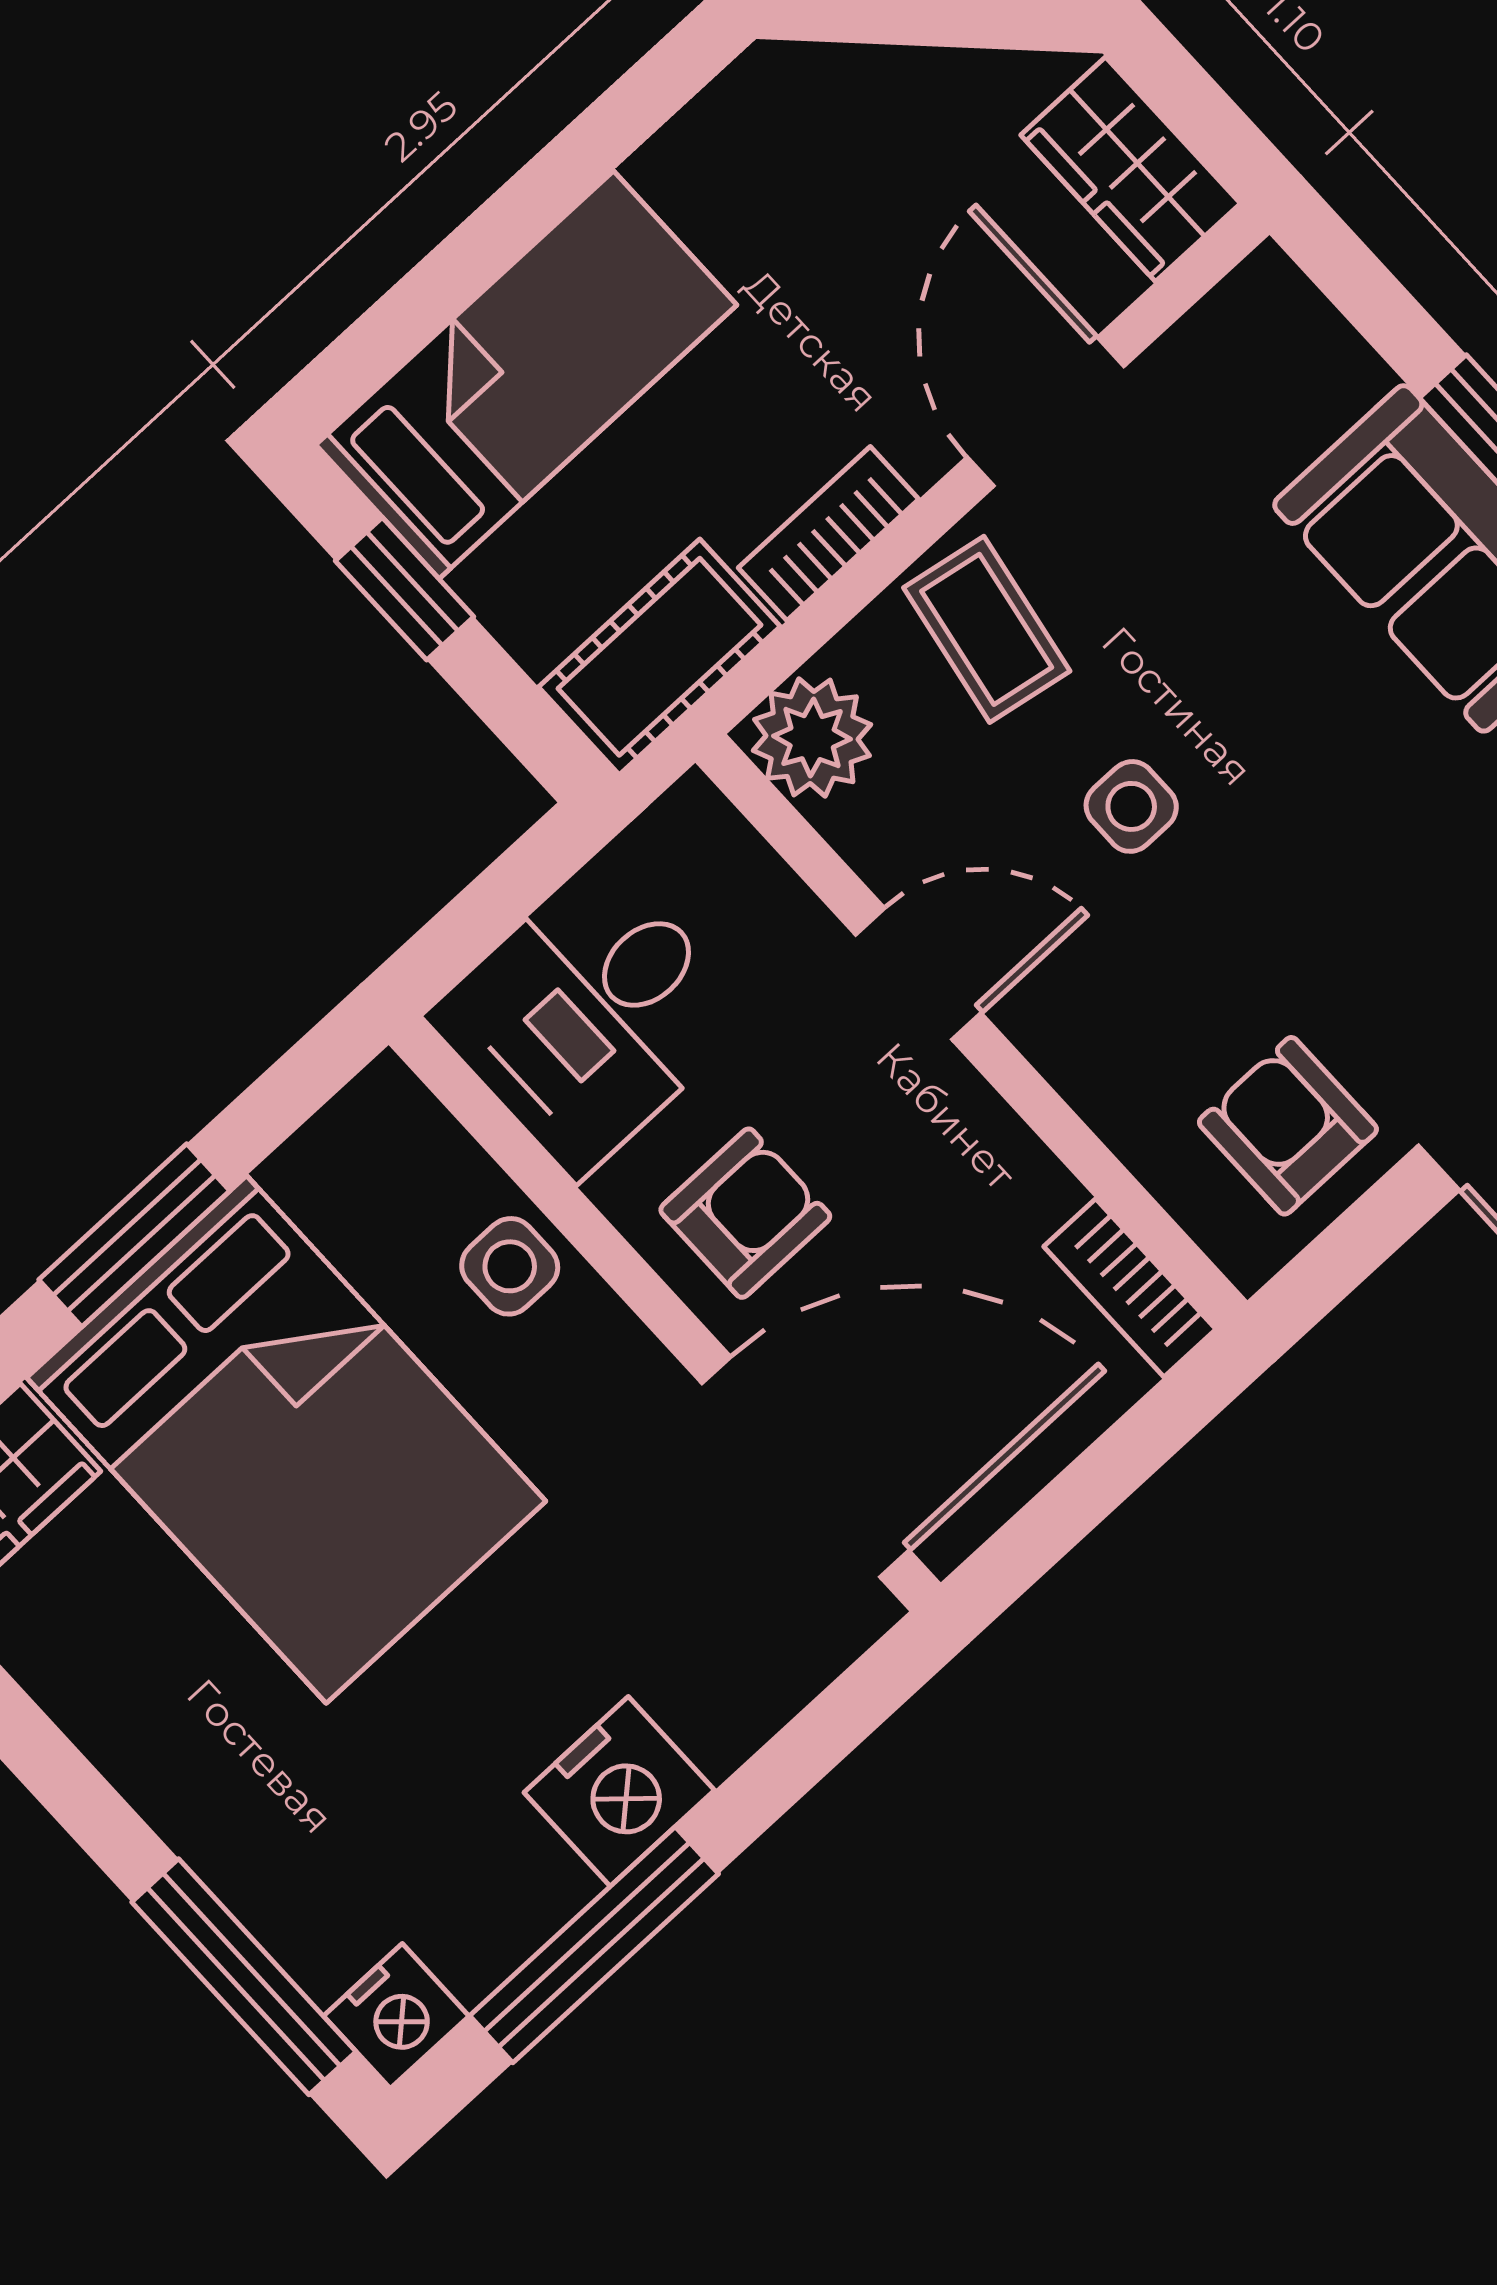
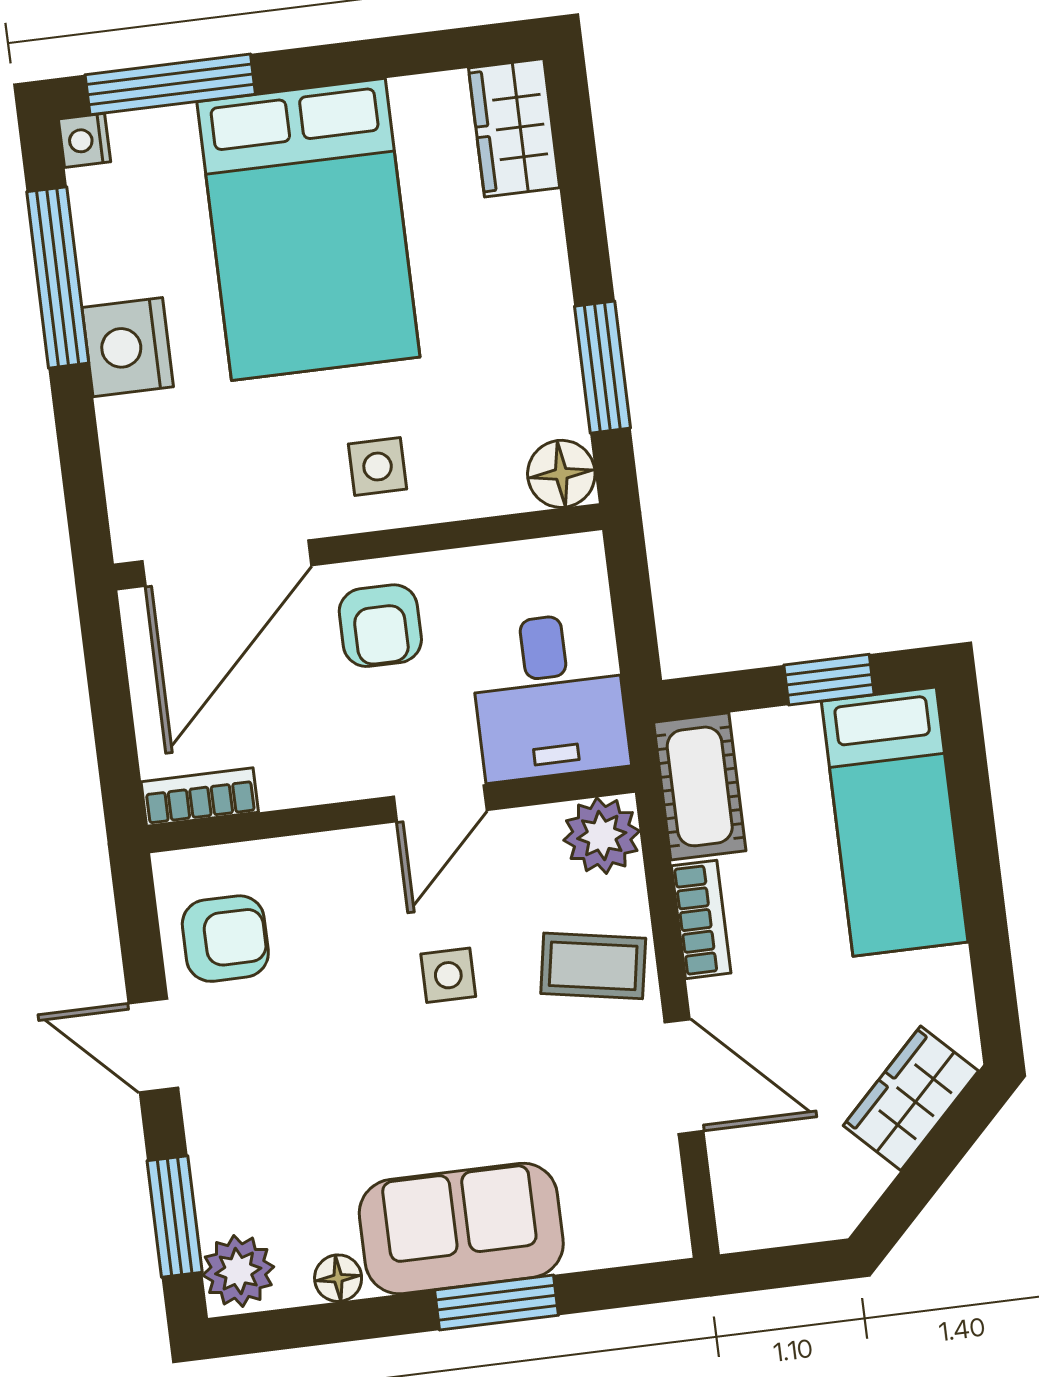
wardrobe: (1131, 169) -> (911, 1098), moved, turned -45
desk: (590, 1017) -> (549, 696), moved, turned 180
floor lamp: (385, 1120) -> (561, 474), added
window: (134, 1235) -> (602, 367), moved
side table: (510, 1266) -> (378, 467), moved
bed: (286, 1439) -> (308, 229), moved, turned -90
nightstand: (396, 2016) -> (85, 140), width x0.72, depth x0.74

